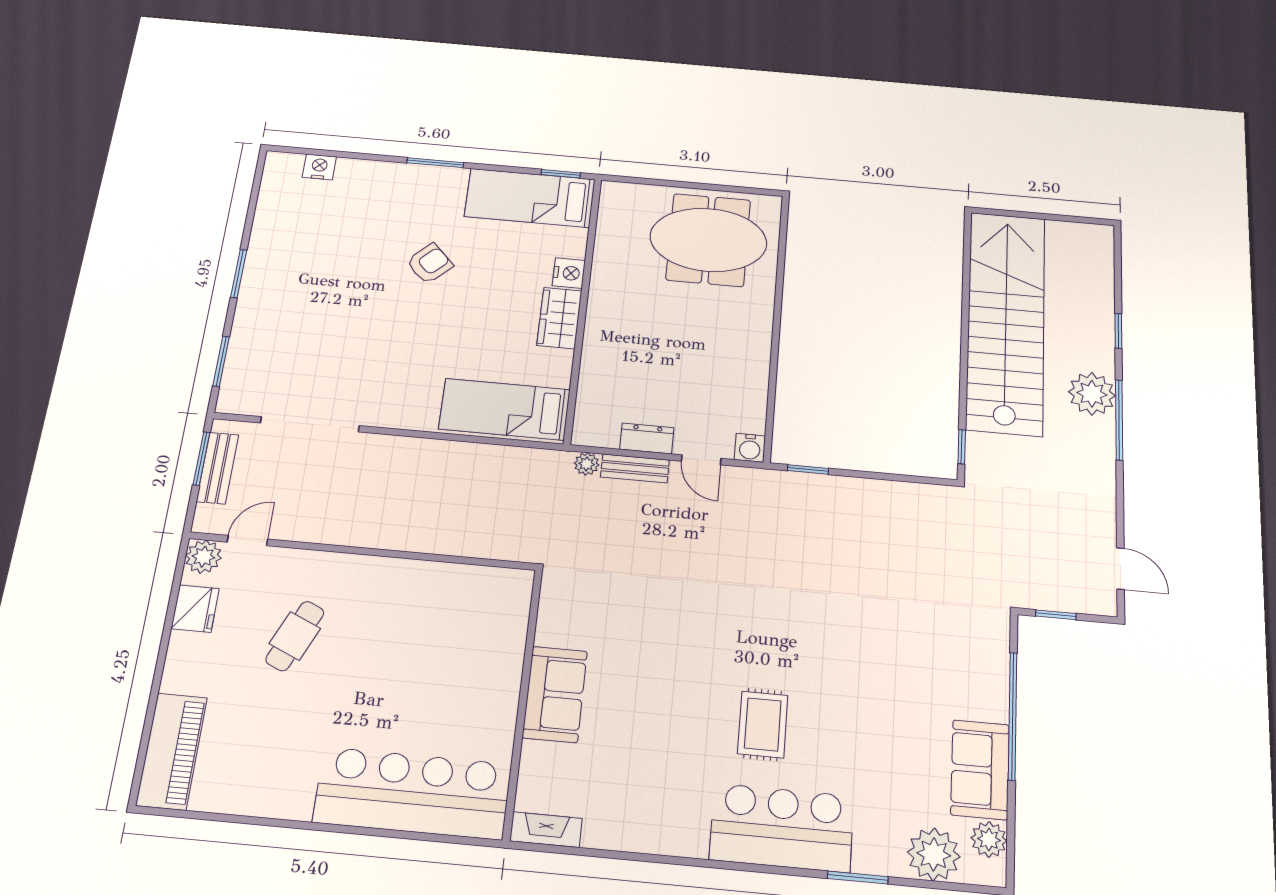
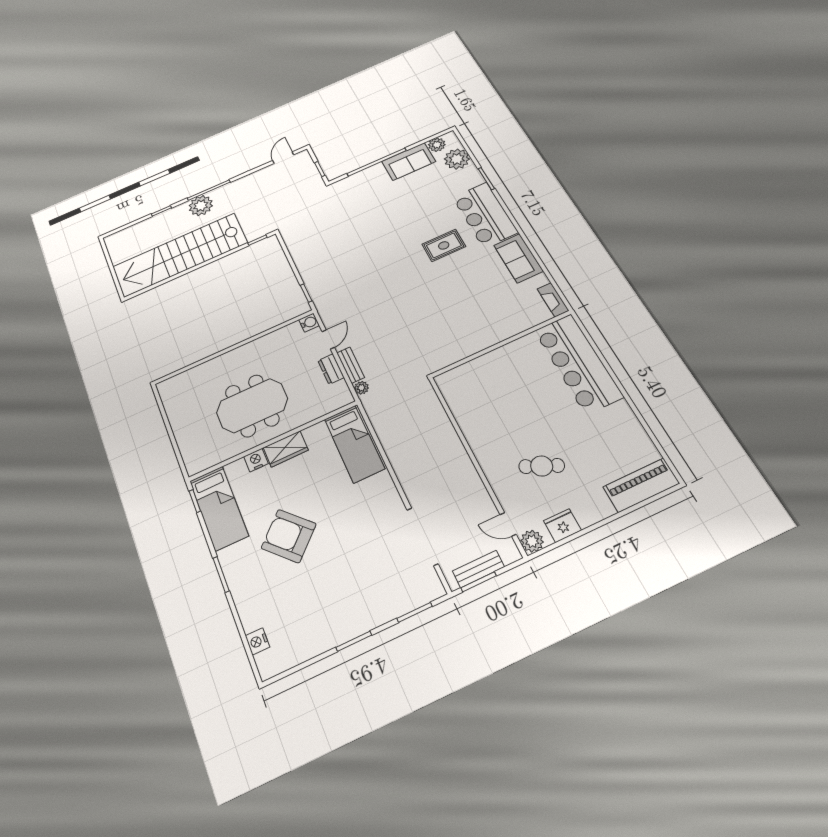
meeting table: (708, 240) -> (252, 406), moved, turned 90
armchair: (430, 264) -> (289, 536), width x1.88, depth x1.88
sofa: (555, 694) -> (519, 258), moved, turned -90

